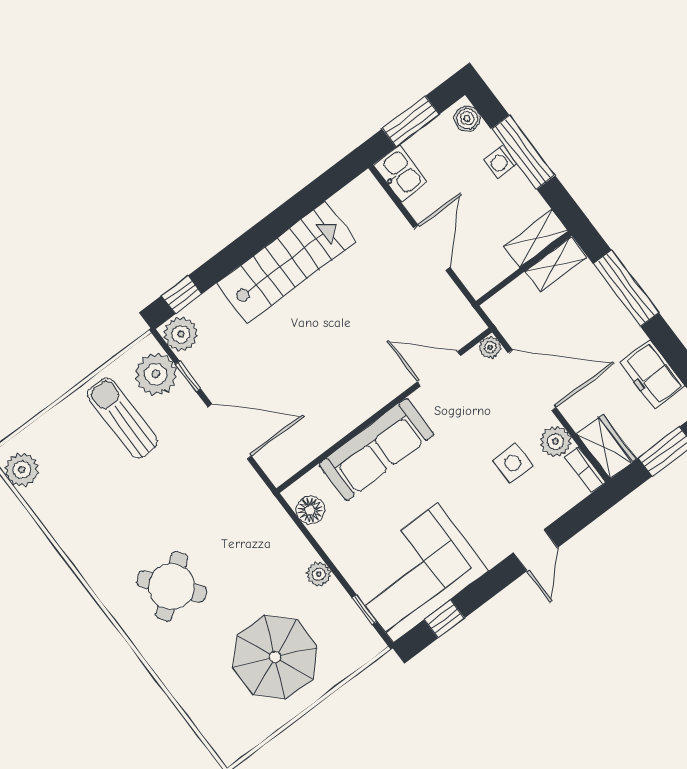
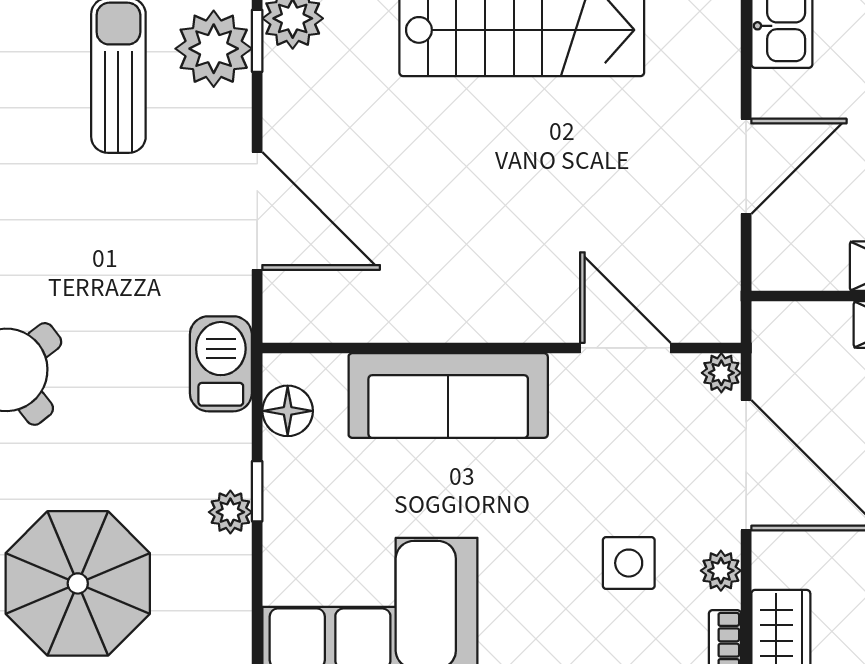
window: (188, 376) -> (257, 41), moved
plant: (555, 441) -> (721, 571), width x0.73, depth x0.73
barbecue: (265, 512) -> (221, 364), added
window: (364, 610) -> (257, 491), moved

